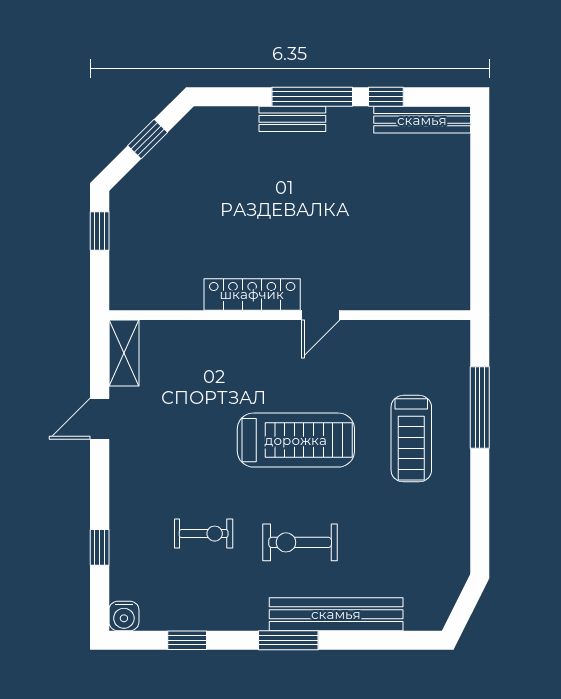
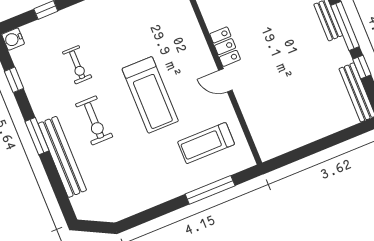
locker: (252, 294) -> (225, 47), width x0.66
treadmill: (411, 439) -> (206, 143), moved
exercise bike: (300, 542) -> (94, 120), turned 180

